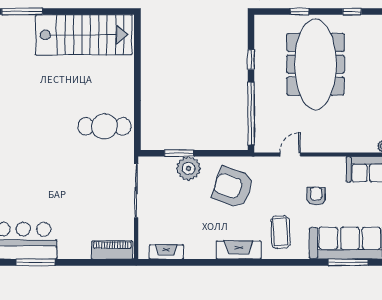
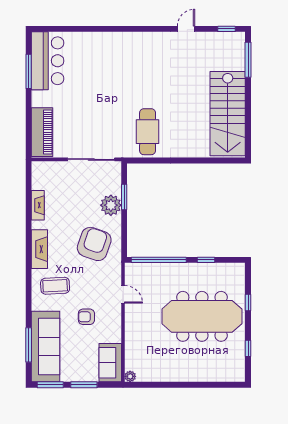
armchair: (316, 196) -> (86, 317), turned 180
piano: (112, 250) -> (42, 132), width x1.37, depth x1.33
fireplace: (166, 252) -> (38, 205), moved

